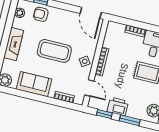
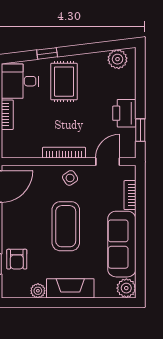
plant: (20, 13) -> (38, 291), moved
sofa: (34, 84) -> (122, 244), width x1.36
window: (130, 120) -> (140, 91), removed

